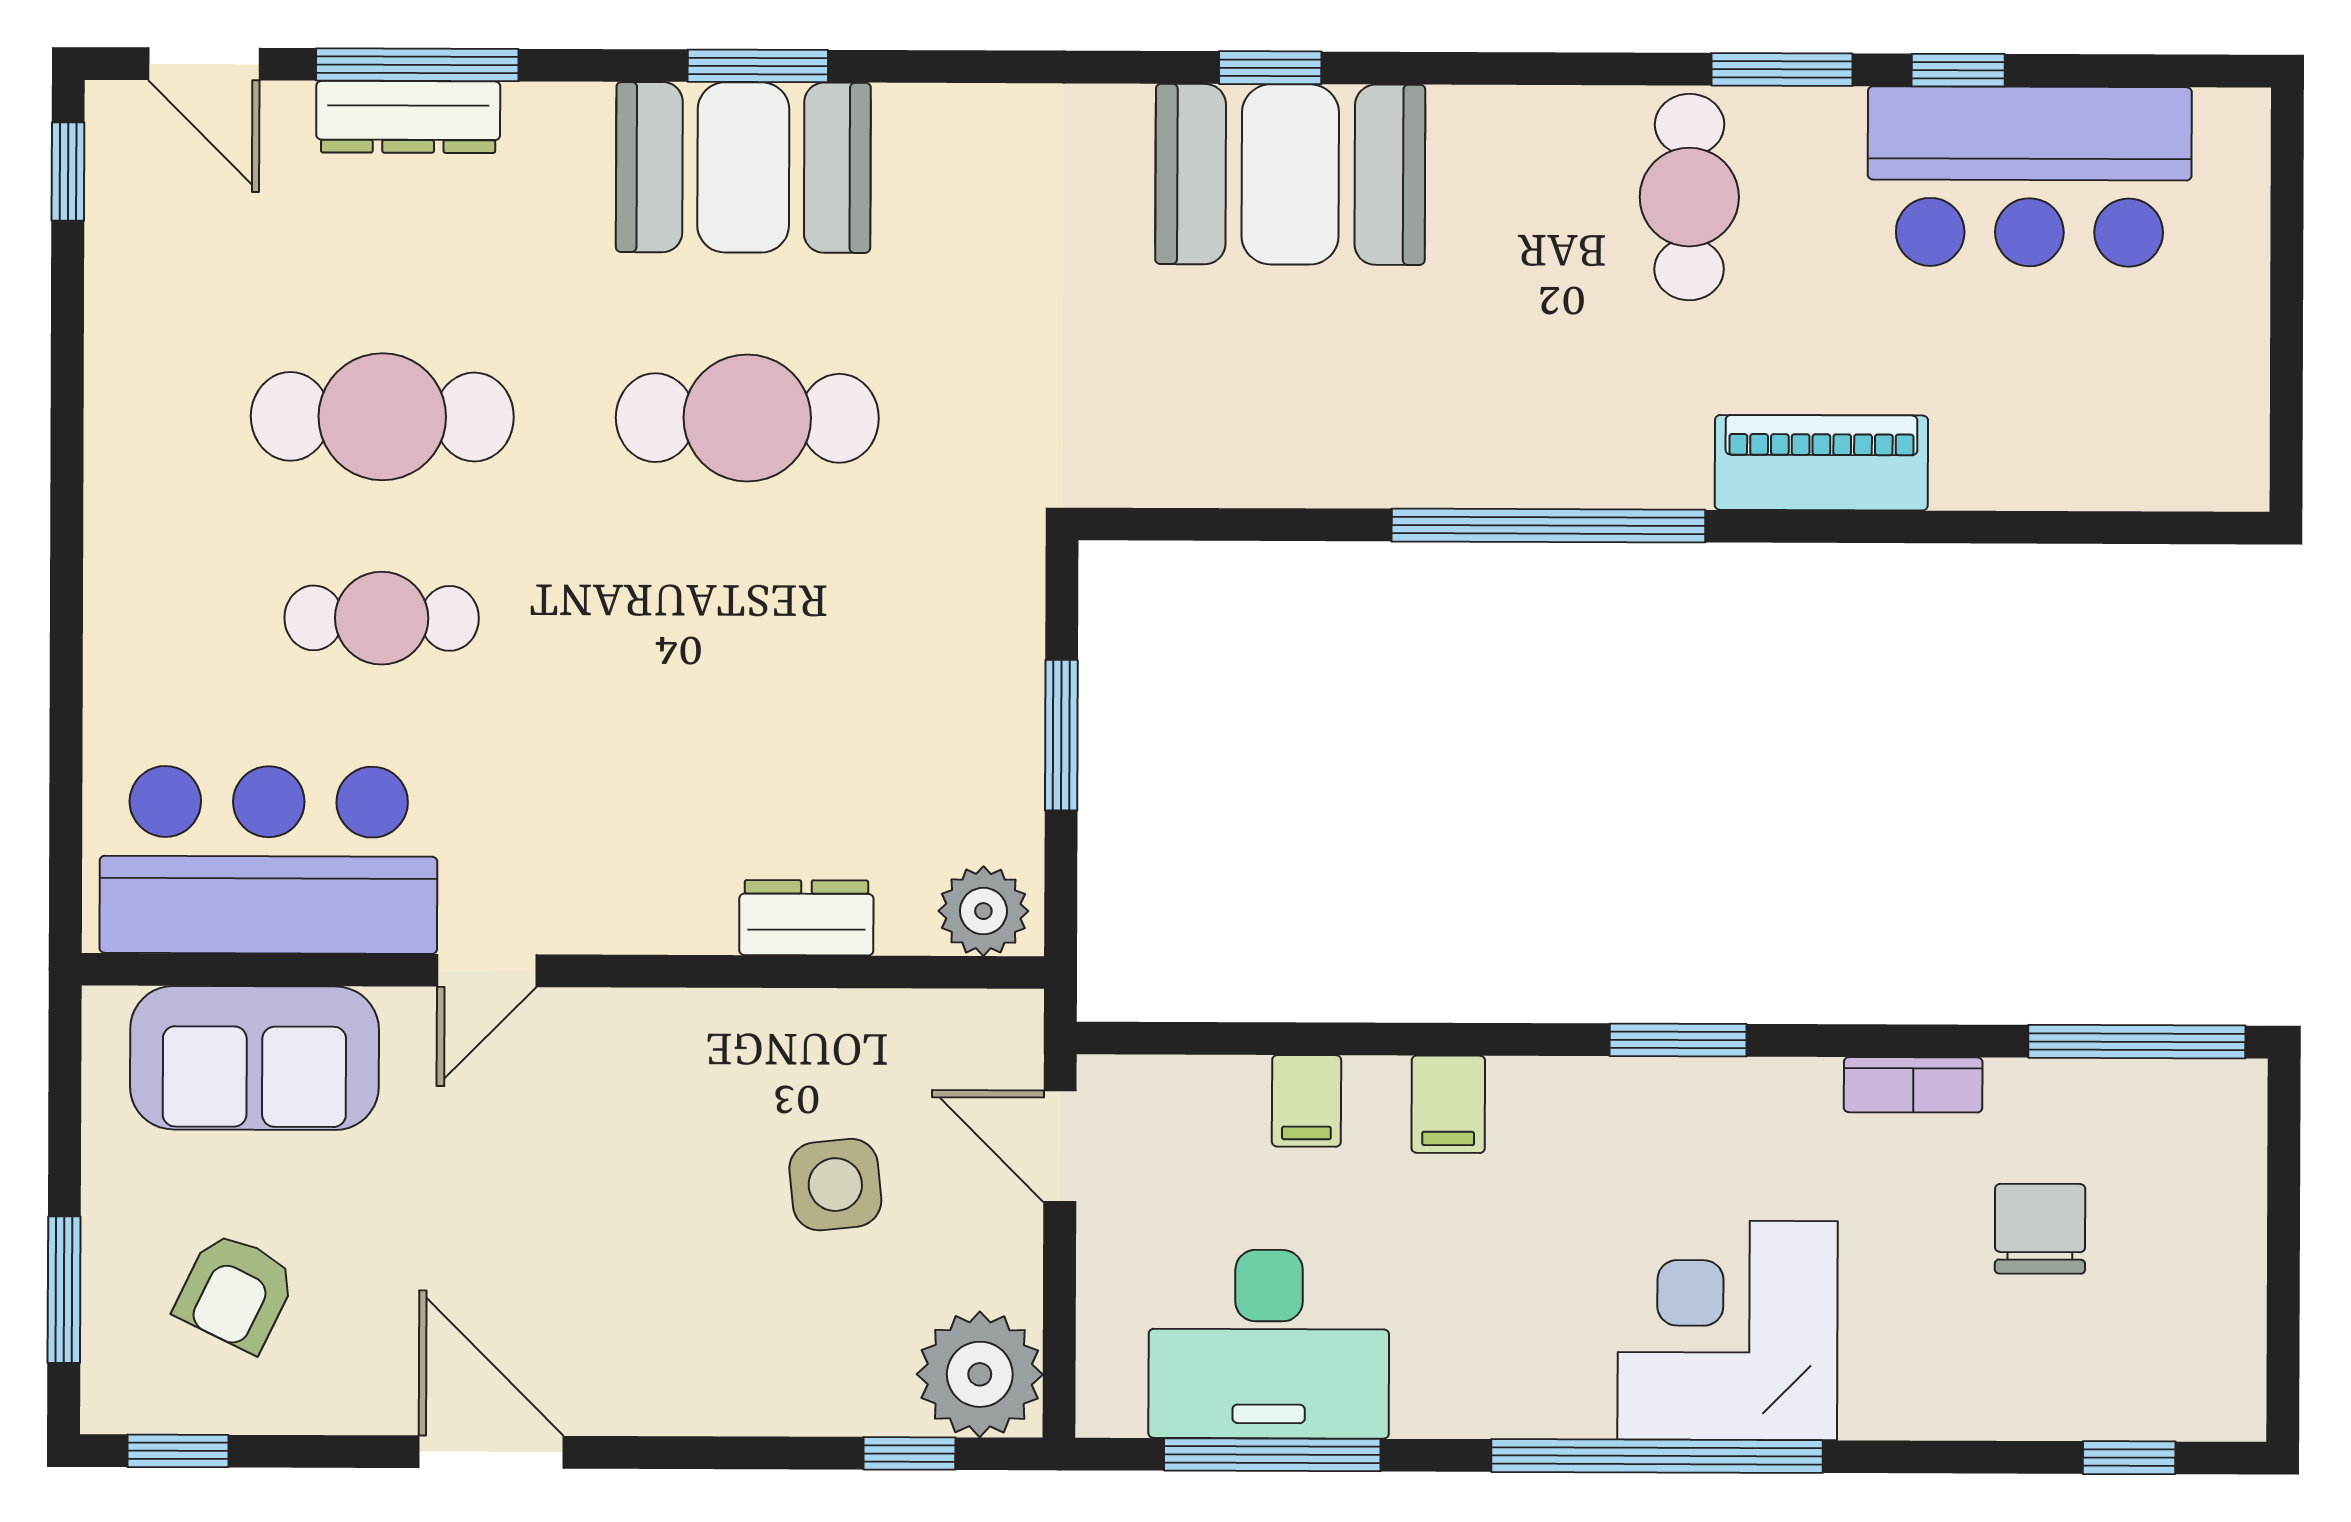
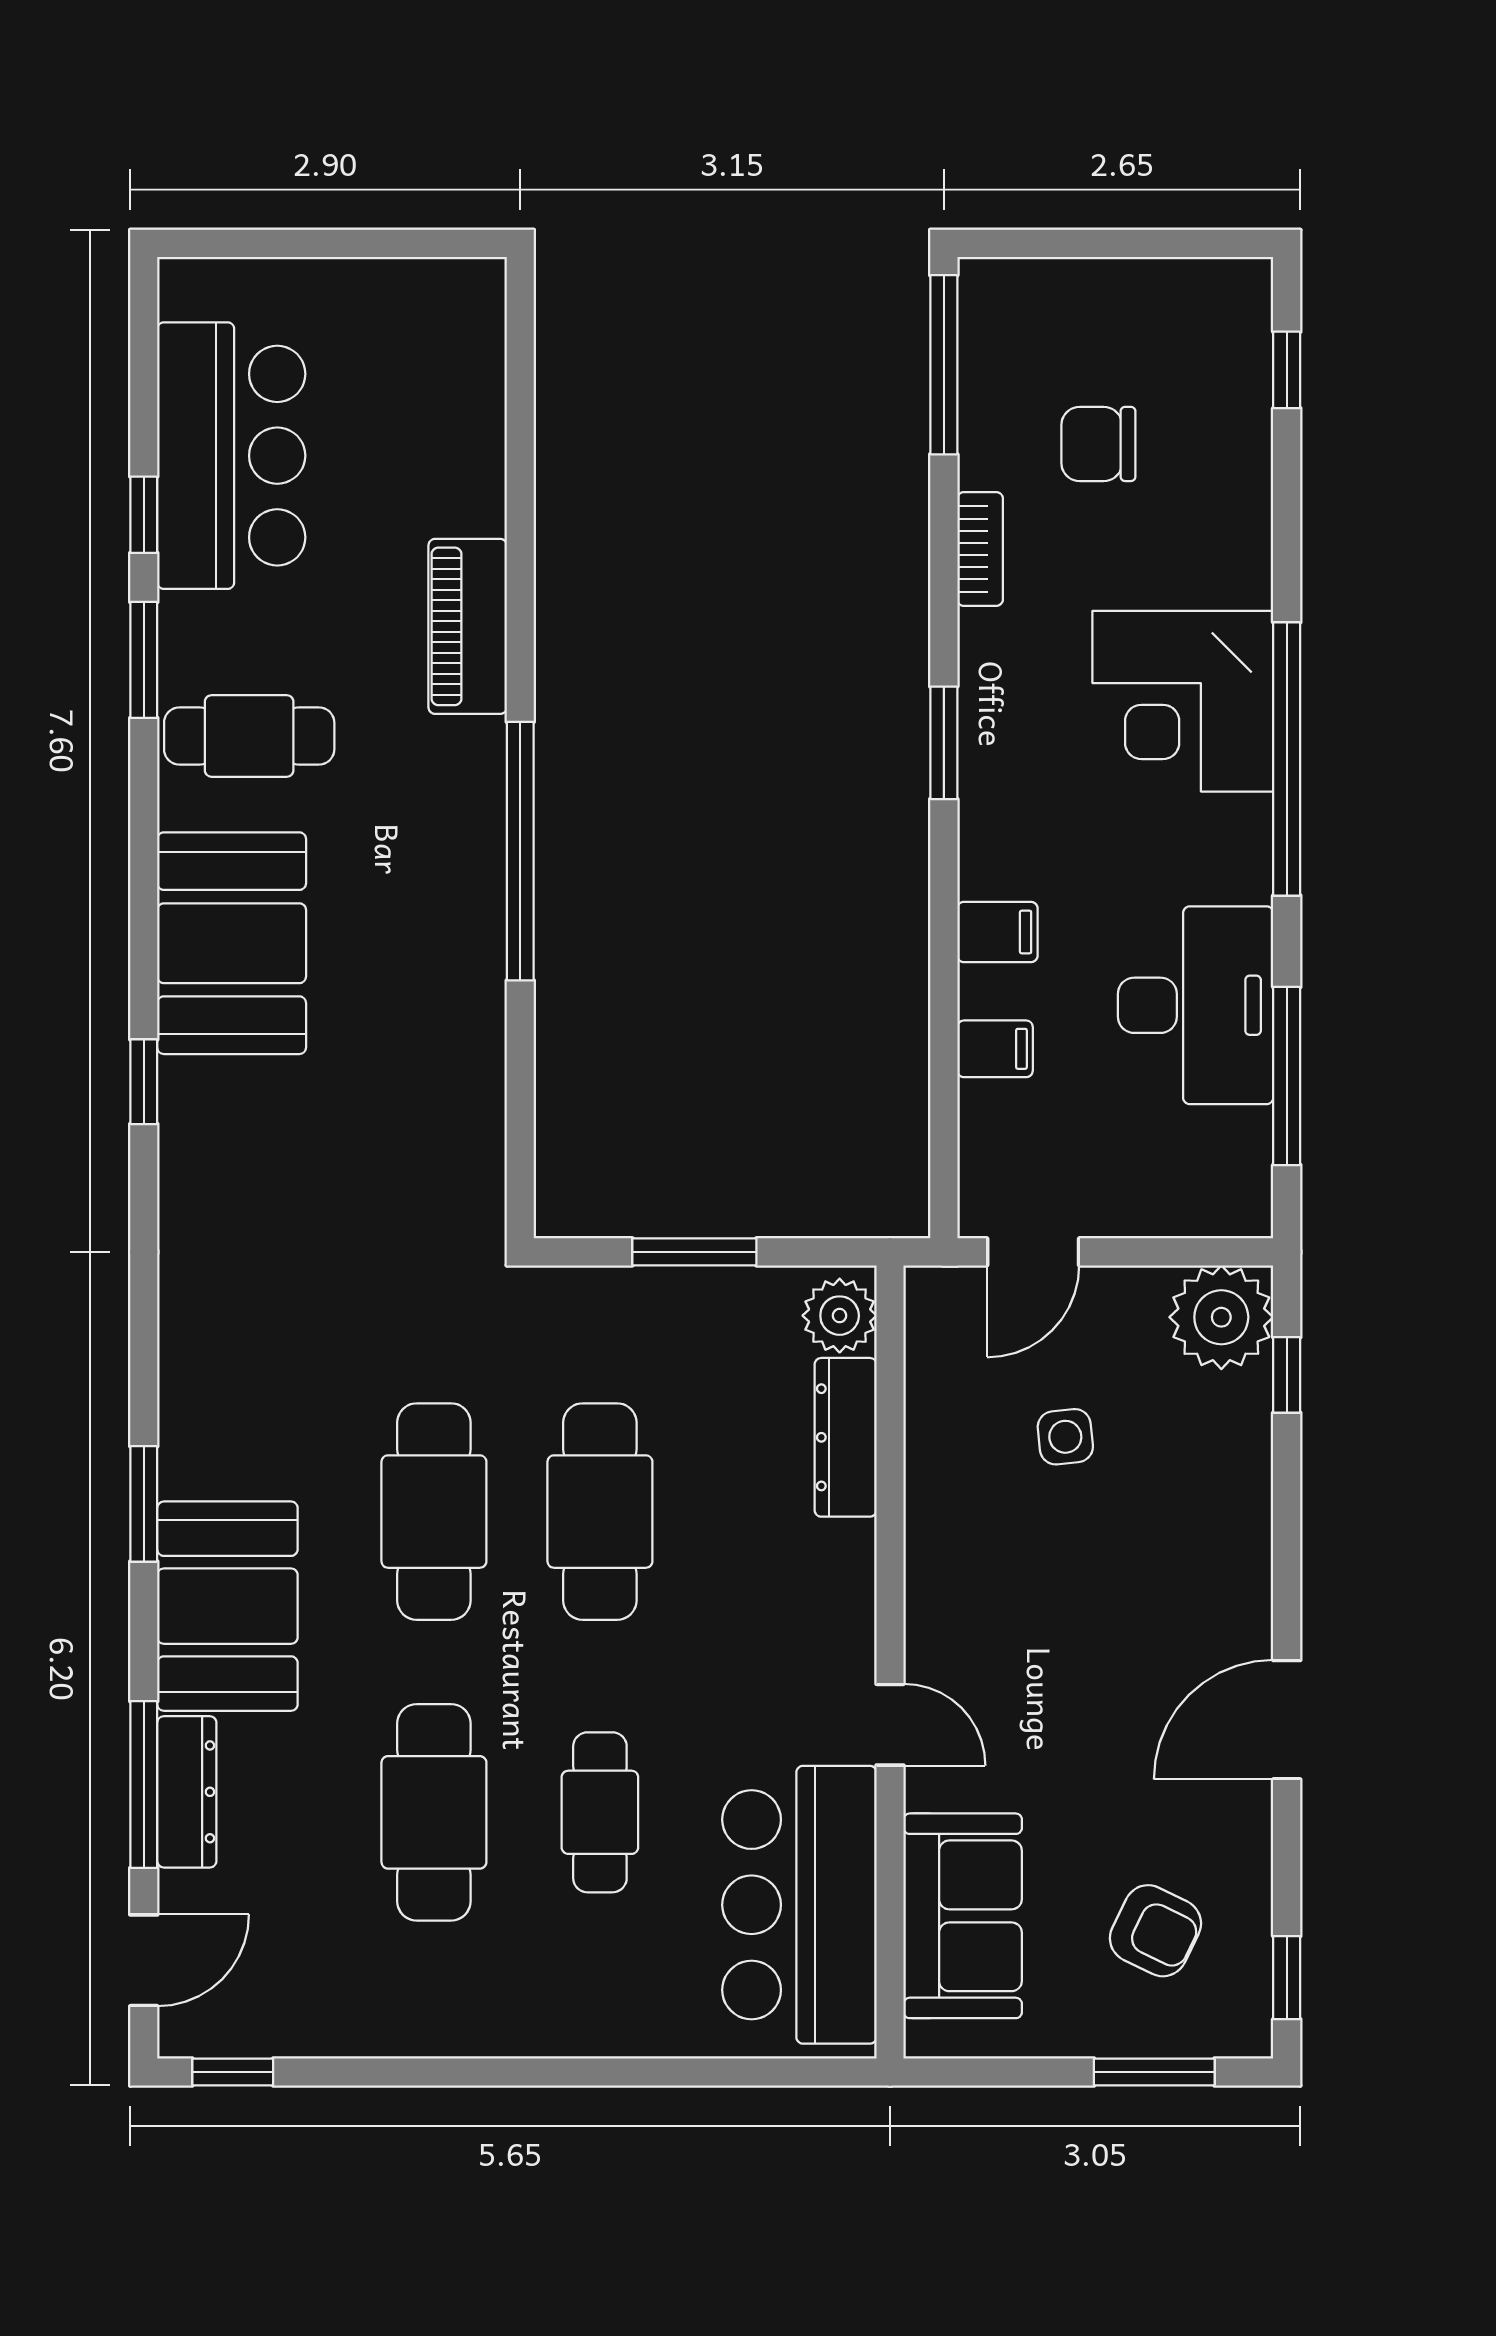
booth: (743, 167) -> (227, 1606), moved
booth: (1290, 174) -> (232, 943), moved
cafe table: (747, 619) -> (600, 1512), added
dresser: (806, 918) -> (846, 1437), width x1.44
side table: (835, 1185) -> (1065, 1437), width x0.73, depth x0.73
desk: (1269, 1344) -> (1196, 1005), moved

